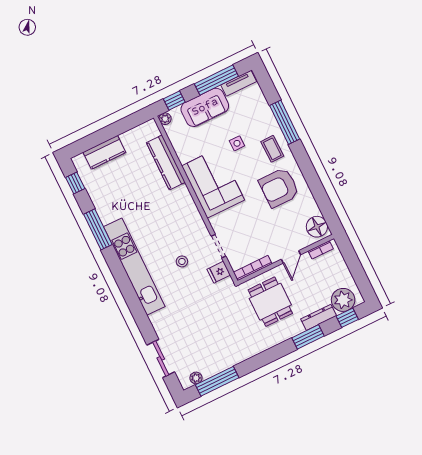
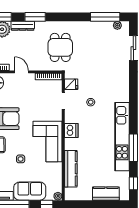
dishwasher: (189, 212) -> (71, 130), added
door: (291, 257) -> (22, 72), hinge flipped
kitchen unit: (134, 267) -> (122, 137), moved
dining table: (270, 302) -> (60, 47), moved

